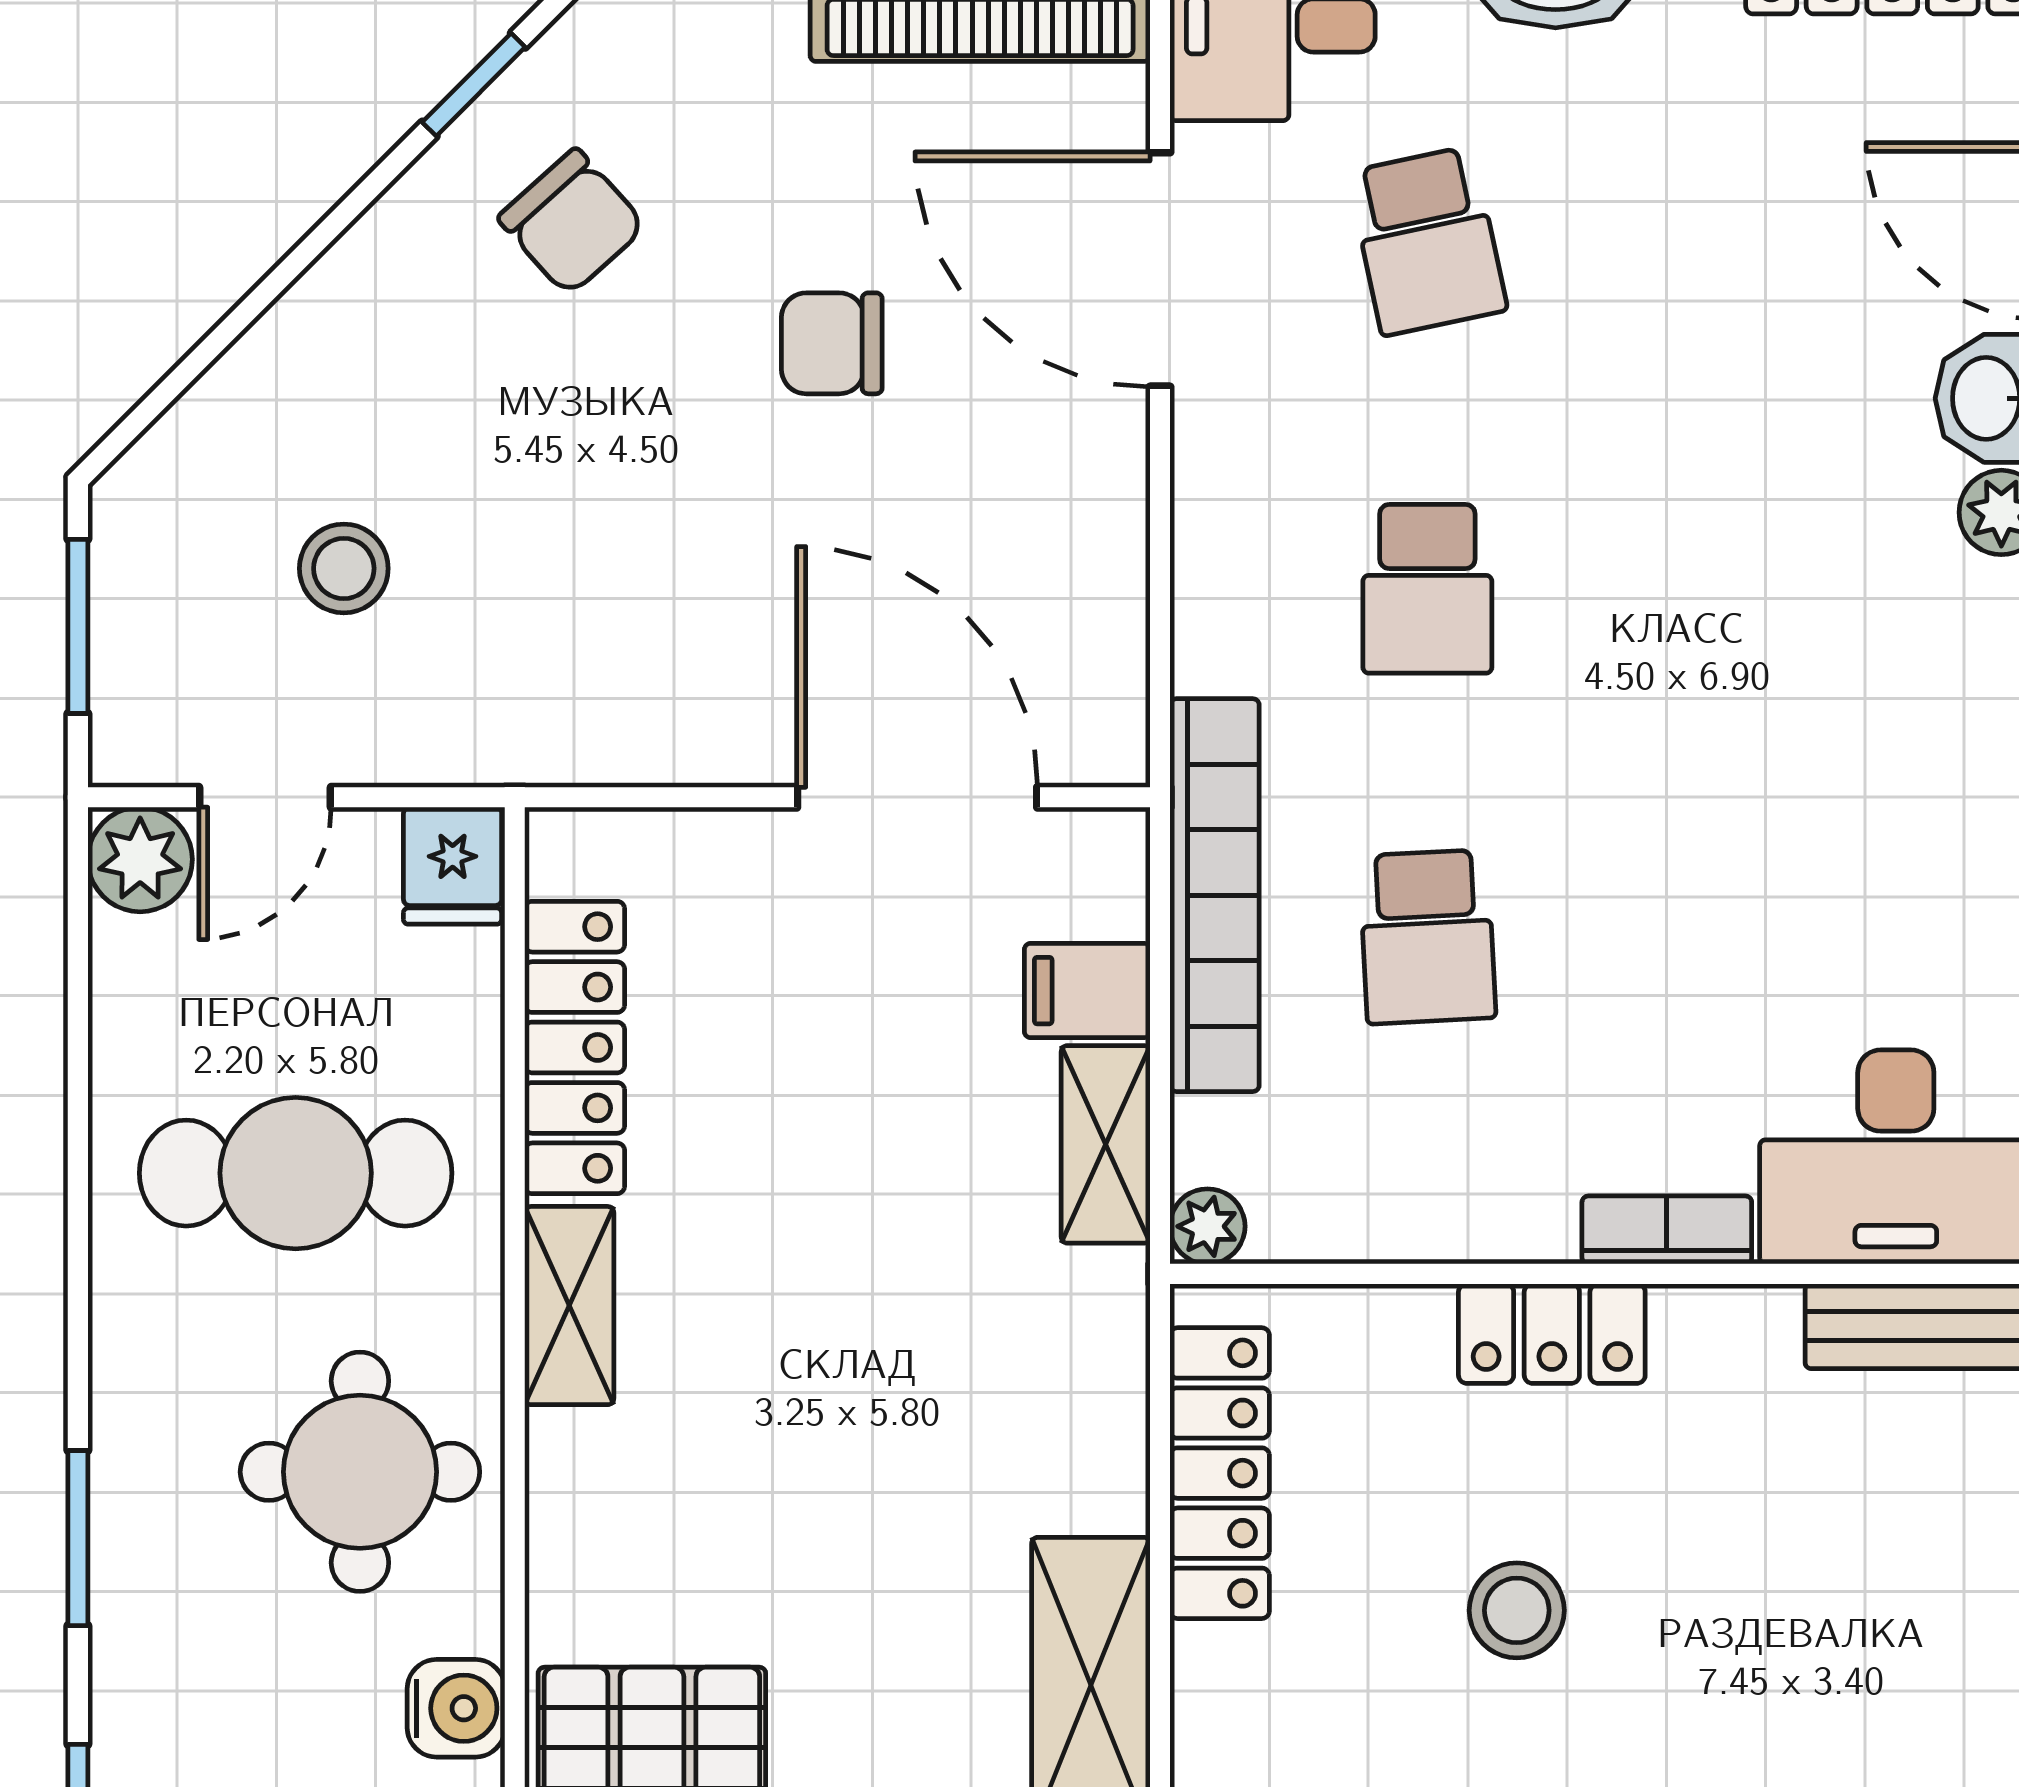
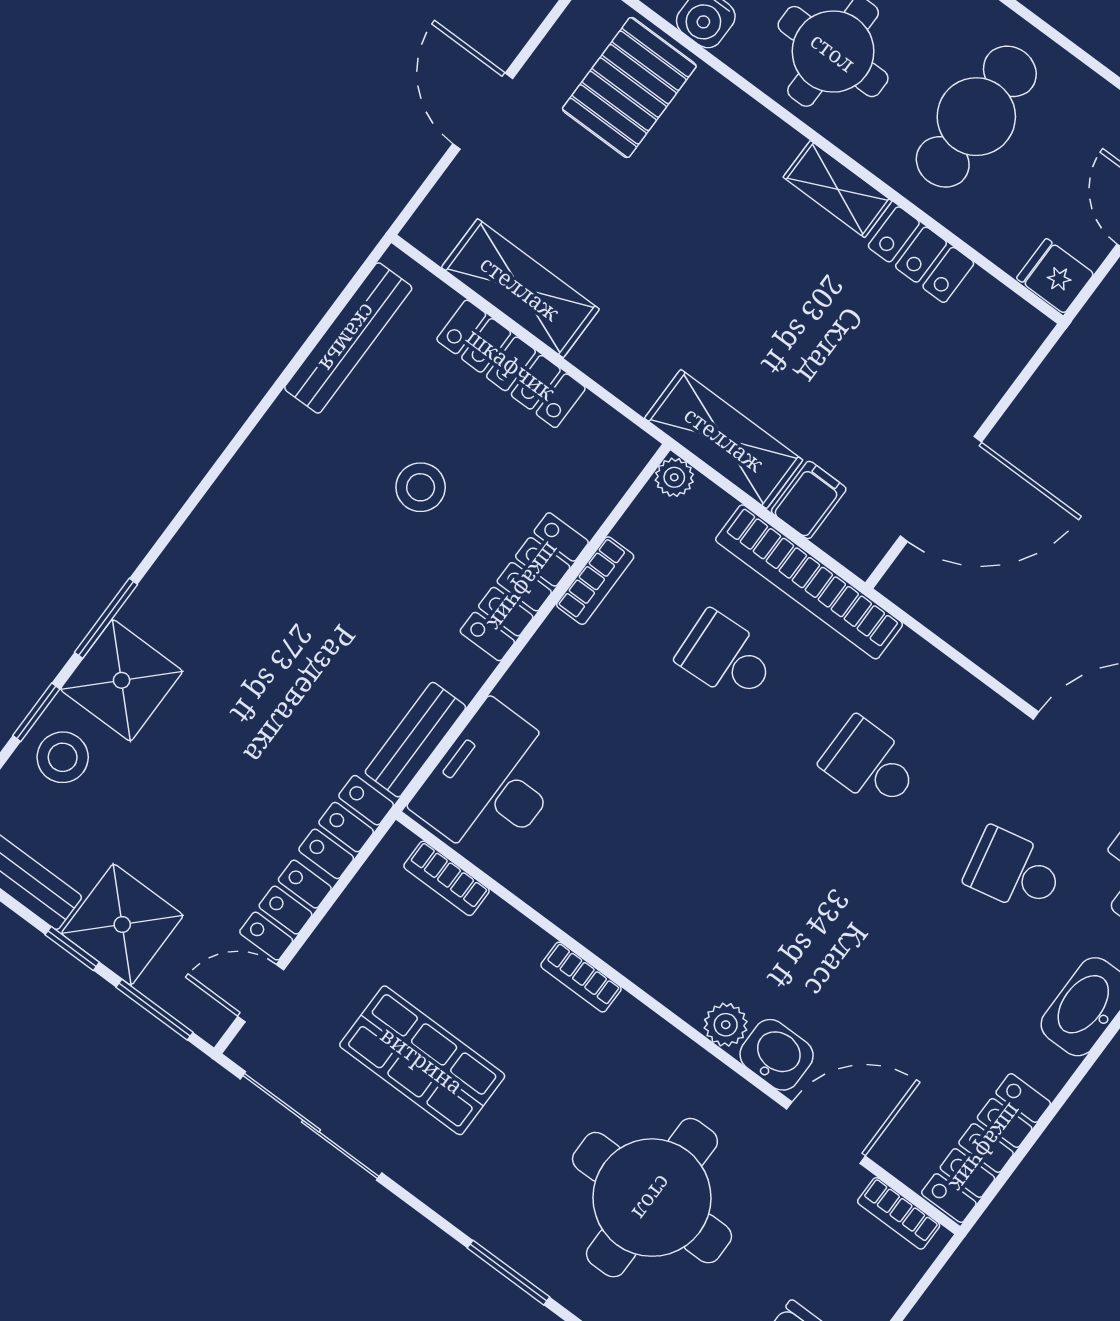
locker: (575, 1047) -> (921, 255), width x0.66
shelving: (1106, 1144) -> (724, 439), width x1.50, depth x1.33
bookcase: (1667, 1230) -> (595, 581), moved
locker: (1552, 1334) -> (524, 587), width x1.53
locker: (1220, 1473) -> (511, 364), moved

